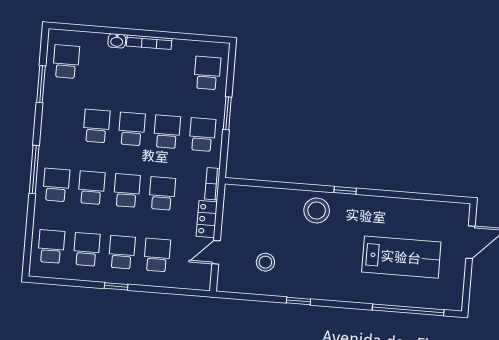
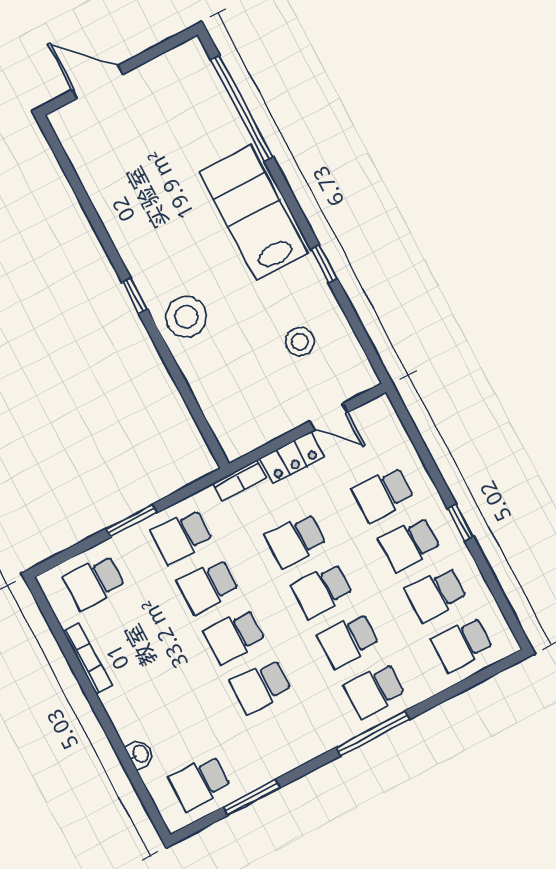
washbasin: (117, 41) -> (140, 754), moved
bookcase: (149, 42) -> (87, 658), moved
lab bench: (401, 257) -> (254, 213), moved

